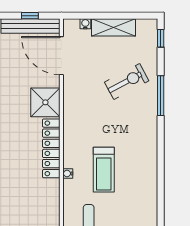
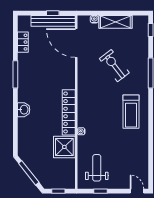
exercise bike: (127, 81) -> (114, 66), moved, turned -100
shower: (45, 102) -> (64, 147), moved
treadmill: (104, 170) -> (131, 112), moved

